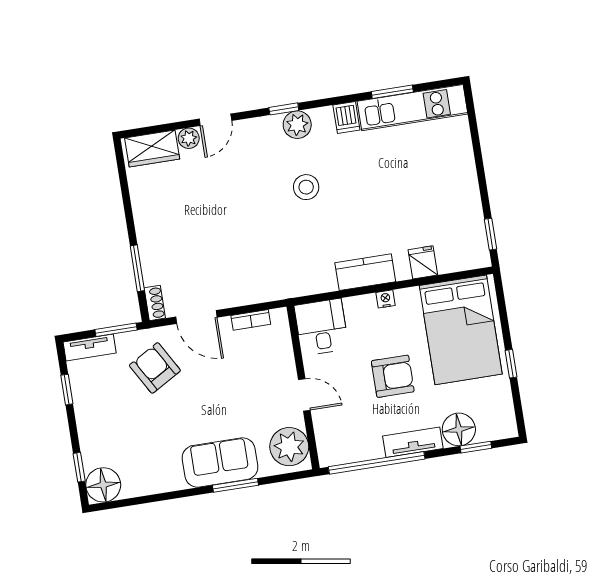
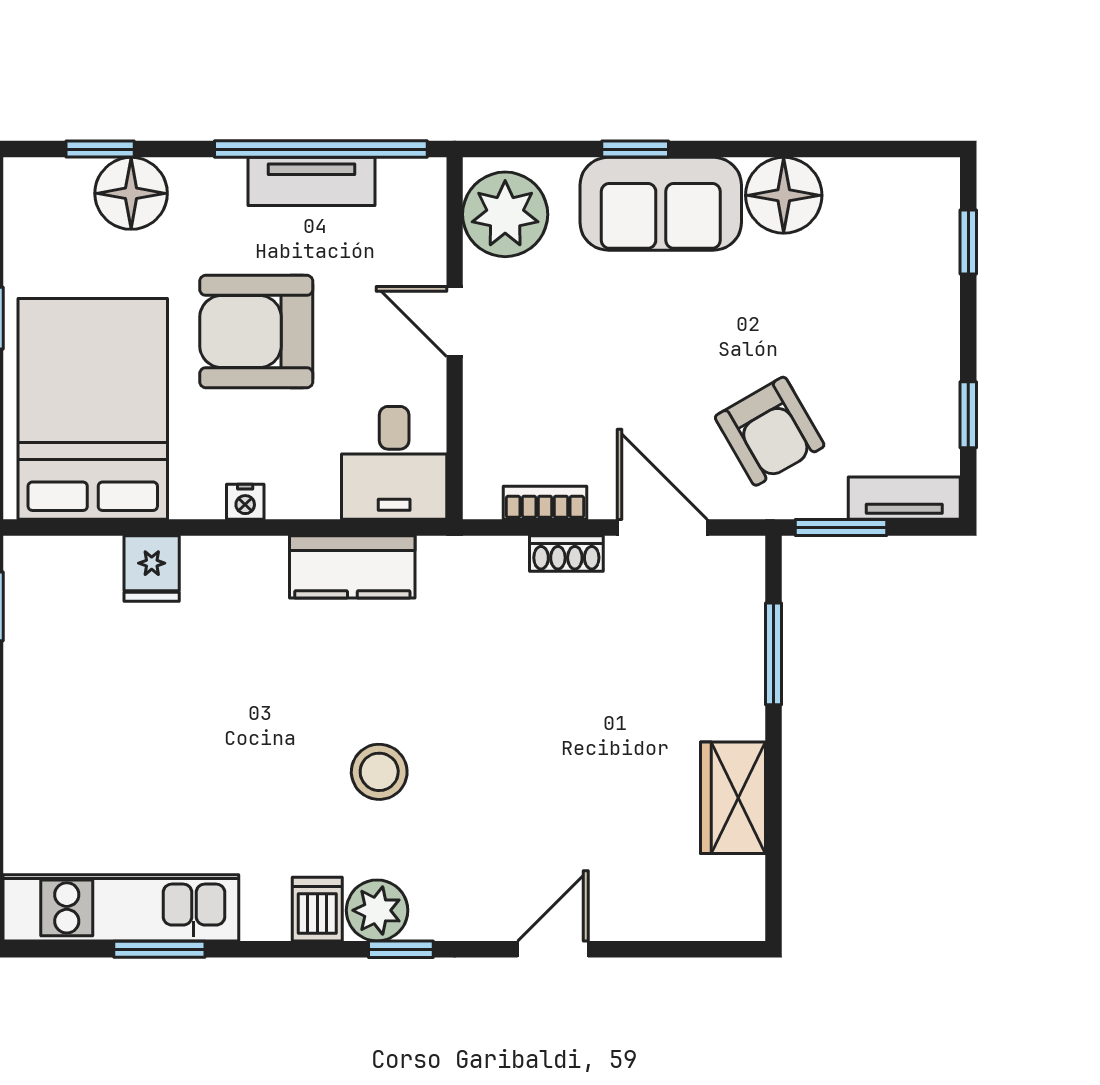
dishwasher: (346, 118) -> (317, 909), moved
plant: (189, 138) -> (617, 918), removed
wardrobe: (152, 148) -> (733, 798), moved, turned -90
kitchen counter: (365, 272) -> (352, 567), moved
shoe rack: (155, 303) -> (566, 553), moved, turned -90
armchair: (393, 376) -> (256, 331), width x1.36, depth x1.36
tv unit: (413, 442) -> (312, 181), moved
floor lamp: (103, 485) -> (784, 195), moved
window: (235, 485) -> (635, 149), width x0.67

